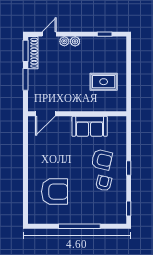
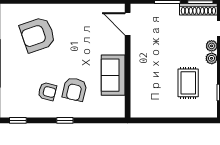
rug: (104, 82) -> (188, 83), moved
armchair: (55, 192) -> (38, 35), turned 71

